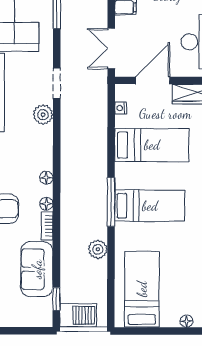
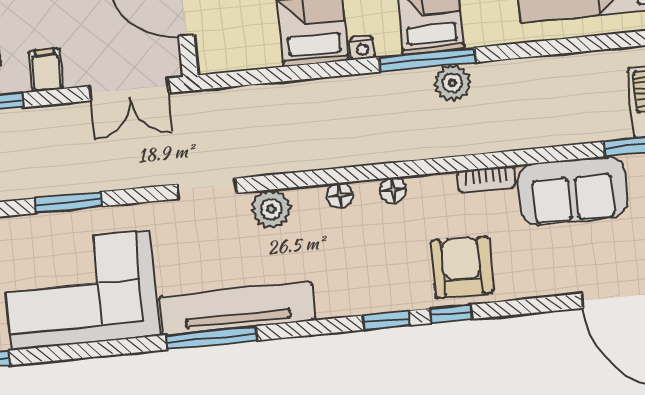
nightstand: (121, 108) -> (362, 48), moved
floor lamp: (46, 204) -> (340, 195), moved
plant: (98, 249) -> (452, 83), moved

